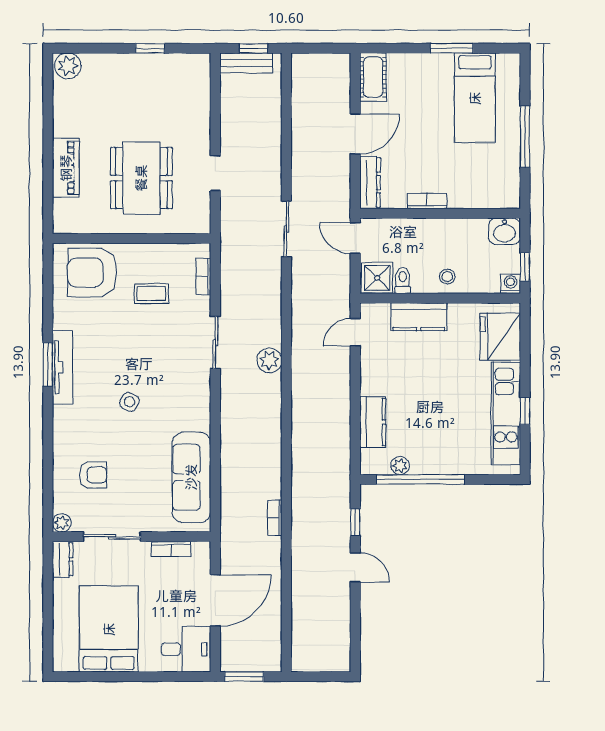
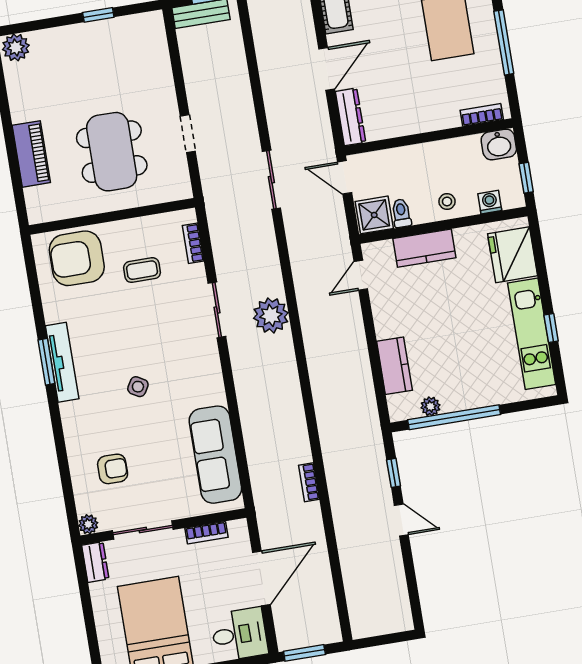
bookcase: (427, 201) -> (482, 115), moved
washing machine: (511, 284) -> (490, 202), moved
plant: (269, 360) -> (271, 315), width x1.36, depth x1.36

